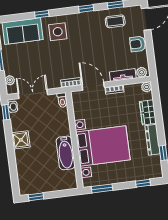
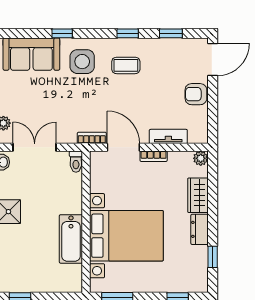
coffee table: (115, 21) -> (126, 65), moved
plant: (142, 72) -> (196, 136), removed
dresser: (153, 140) -> (200, 229), width x0.70

